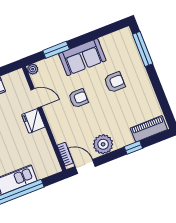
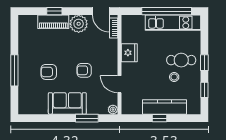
window: (143, 49) -> (14, 70), moved
fridge: (33, 121) -> (129, 53), moved
piano: (149, 129) -> (53, 22), moved

